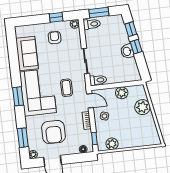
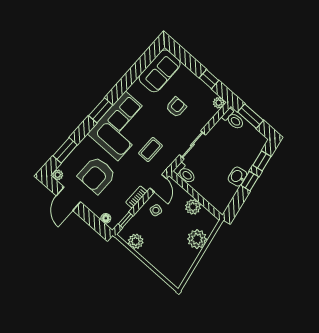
armchair: (55, 38) -> (176, 107), moved
sofa: (27, 53) -> (160, 71), moved

